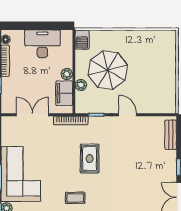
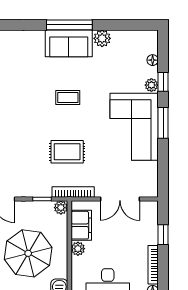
plant: (81, 85) -> (61, 208), moved
rug: (90, 159) -> (67, 152), moved, turned 90

